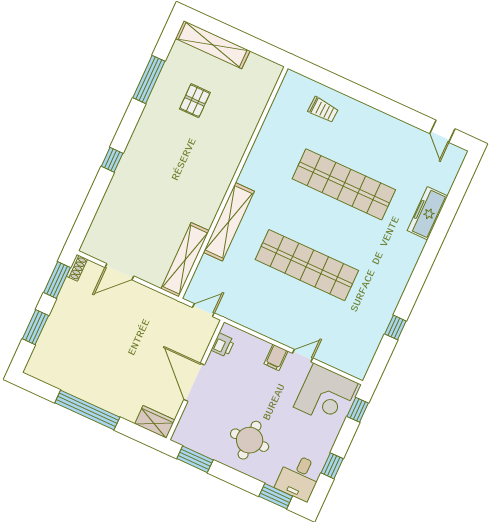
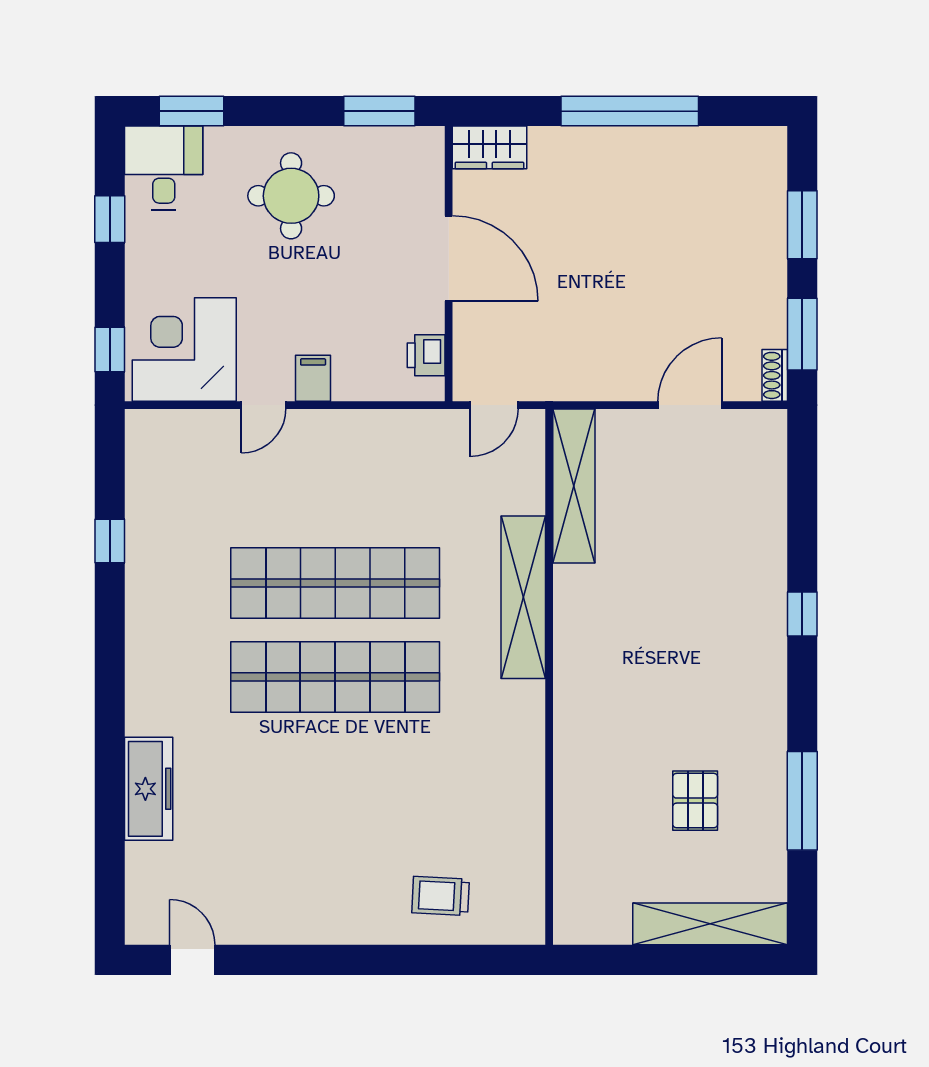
shop shelf: (344, 184) -> (335, 677), moved

